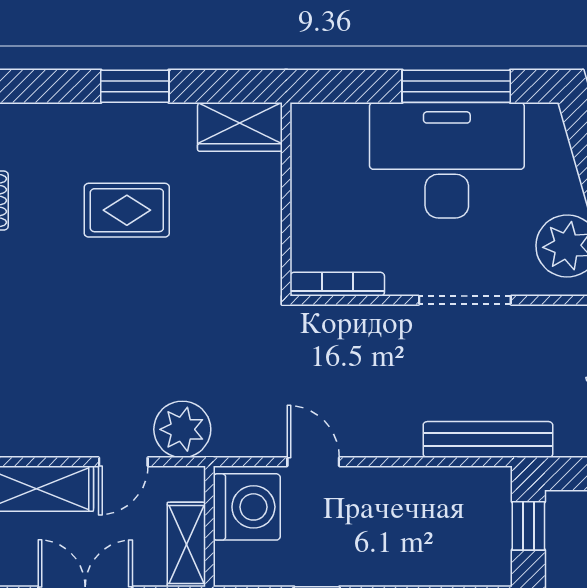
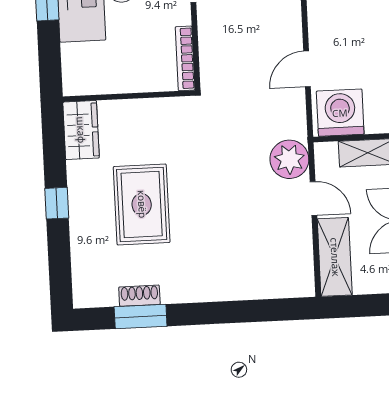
window: (135, 86) -> (57, 203), width x0.67
rug: (127, 210) -> (142, 204), width x1.36, depth x1.43

